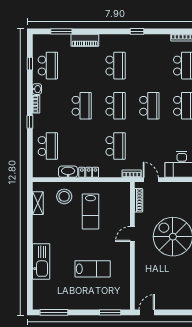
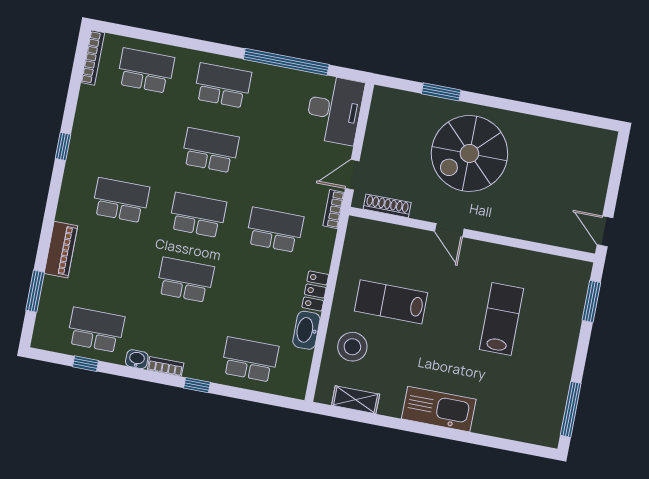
lab bench: (91, 211) -> (391, 302), turned 180
kitchen sink: (41, 261) -> (439, 409), moved

